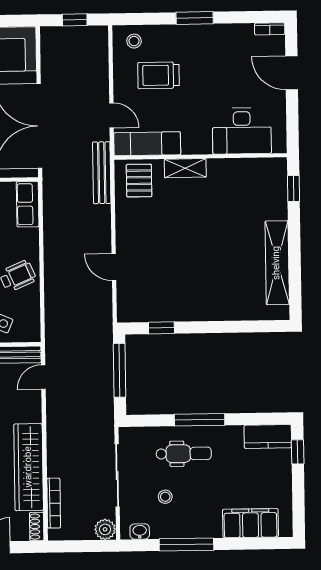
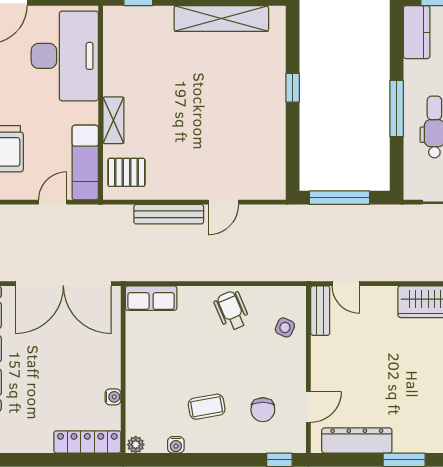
desk: (242, 131) -> (65, 56), width x1.36, depth x1.30
bench: (102, 173) -> (169, 214), moved
window: (161, 328) -> (293, 88), moved

